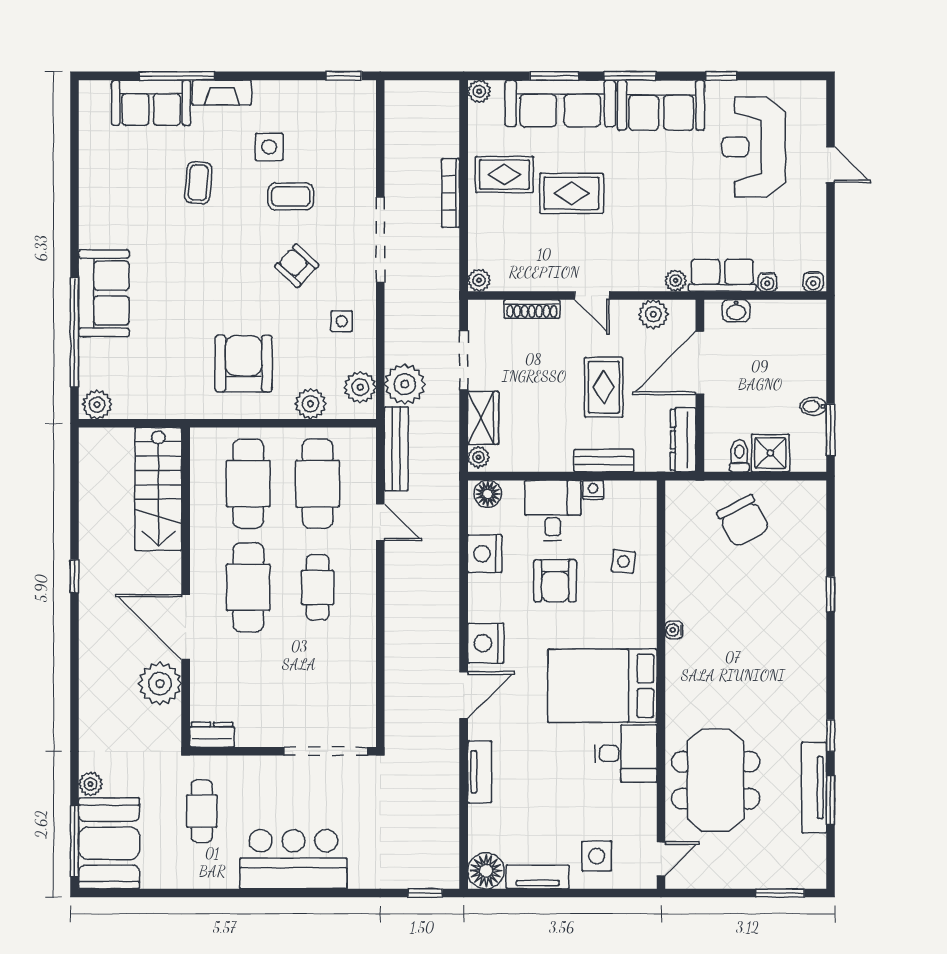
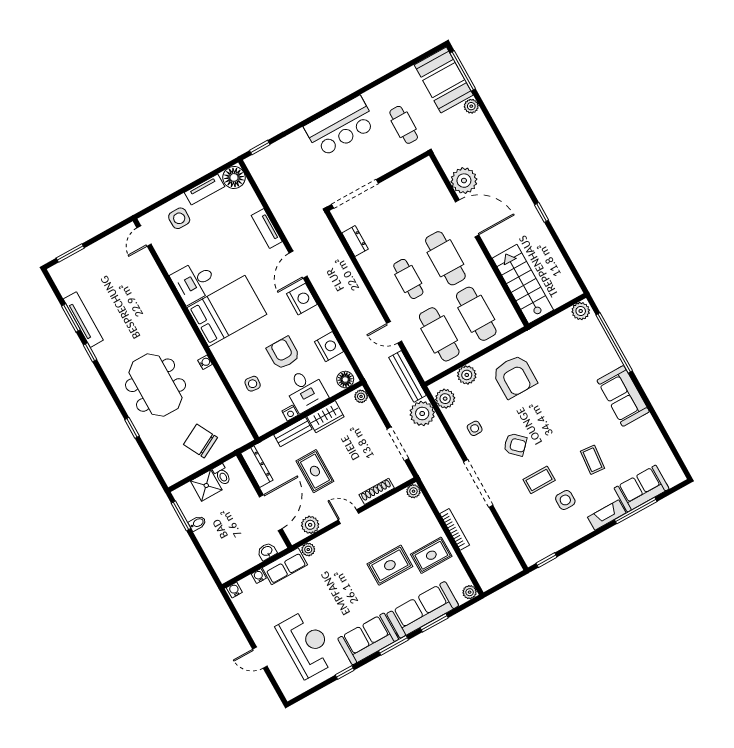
sofa: (104, 293) -> (623, 396), moved
wardrobe: (483, 418) -> (325, 417), moved, turned -90
dresser: (212, 735) -> (355, 241), moved, turned -90
meeting table: (716, 780) -> (156, 385), moved

